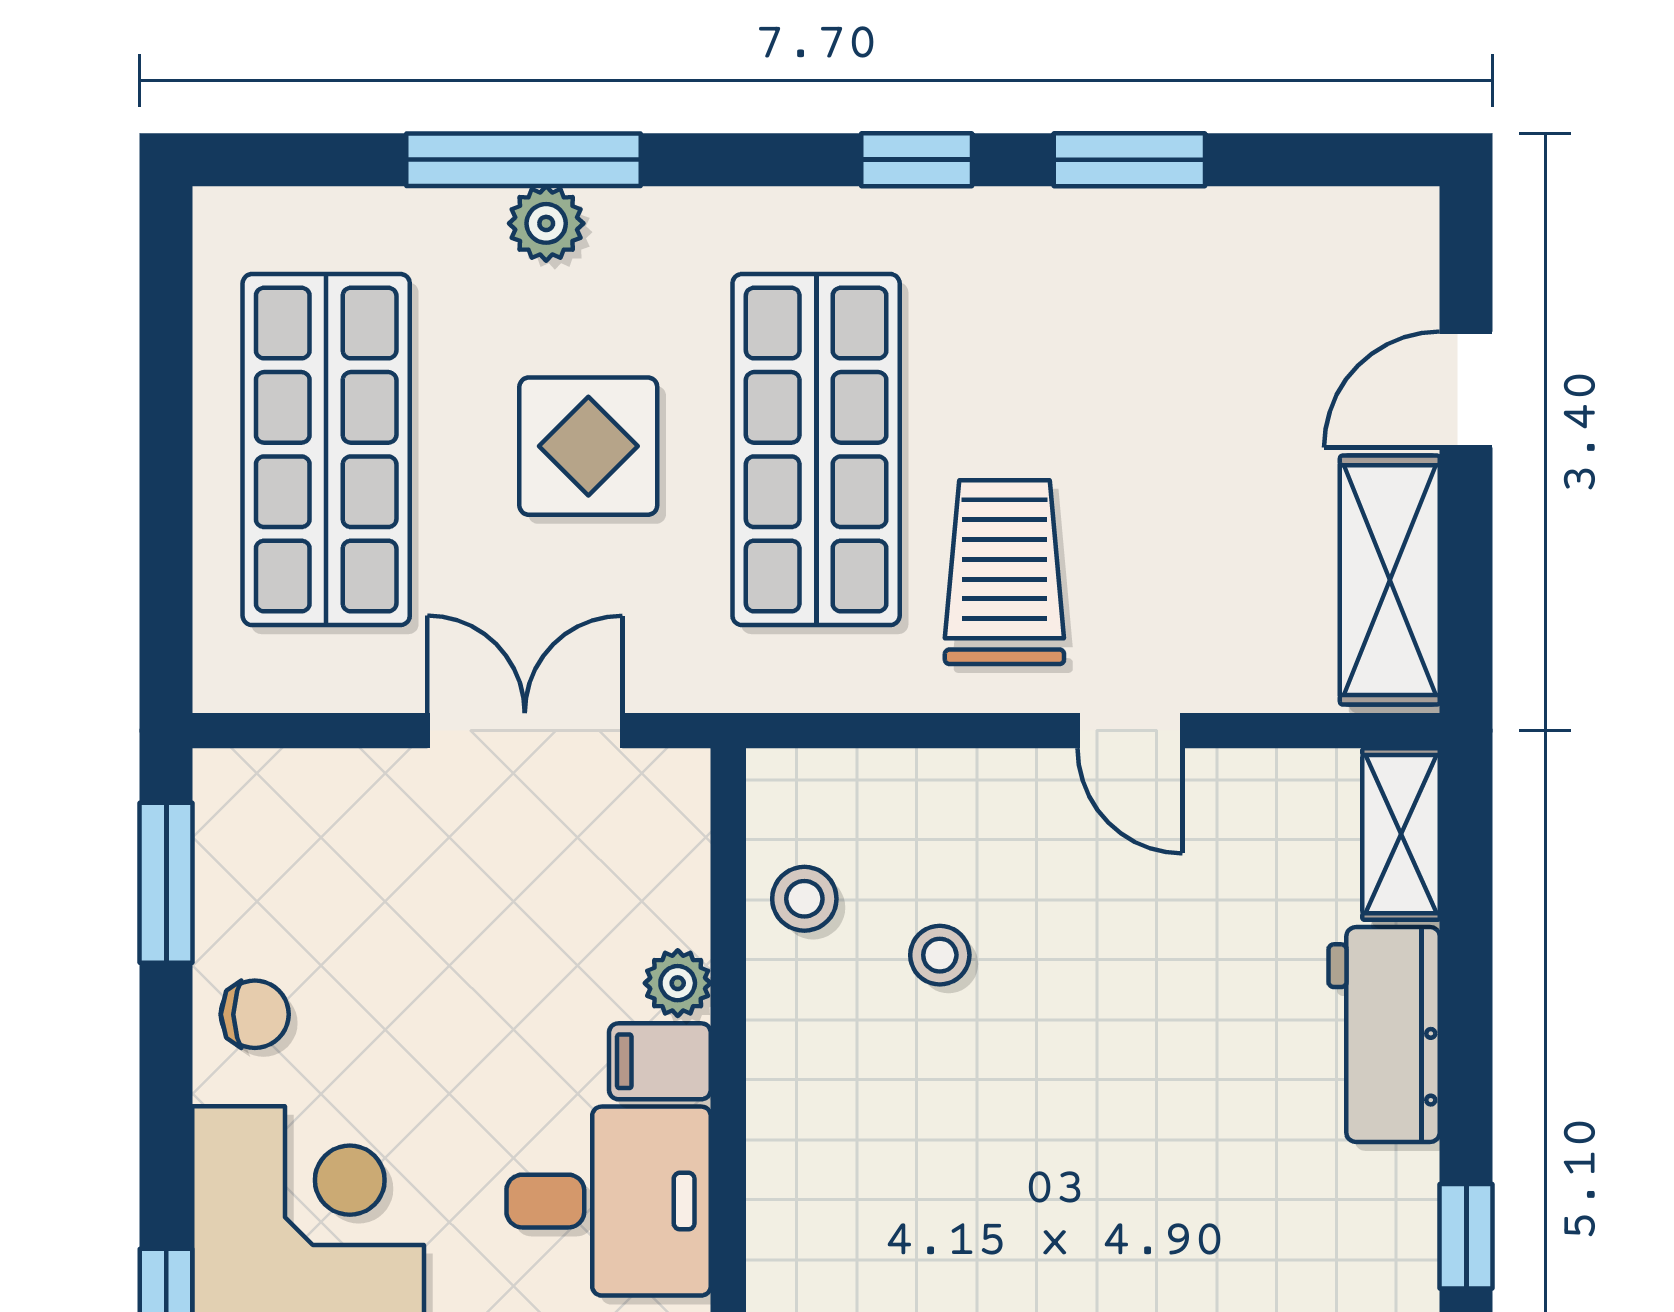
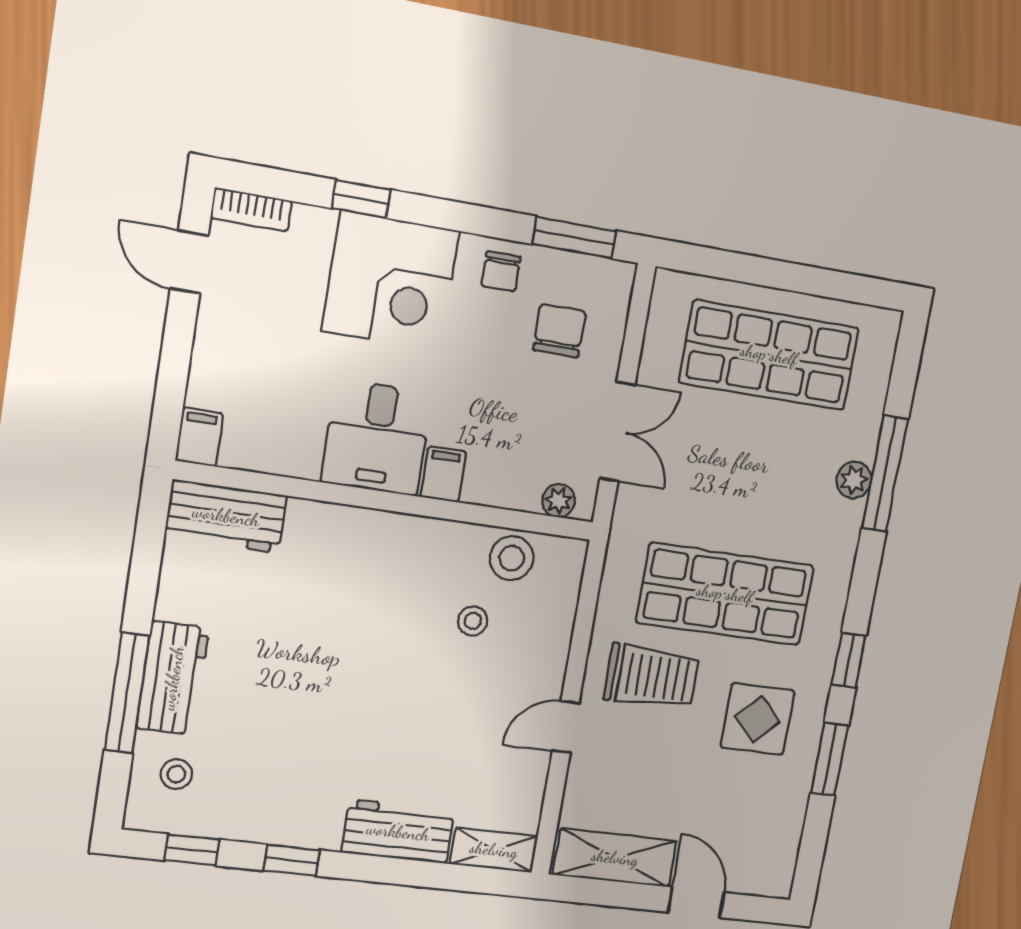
display table: (588, 446) -> (757, 719), moved
chair: (348, 881) -> (559, 331), added
stool: (804, 899) -> (512, 558), width x1.37, depth x1.37
plant: (678, 983) -> (559, 501), moved

